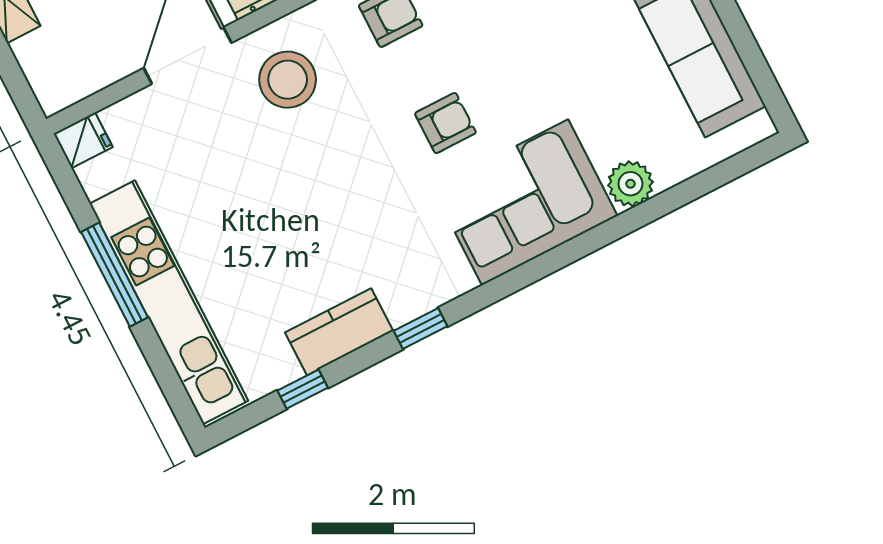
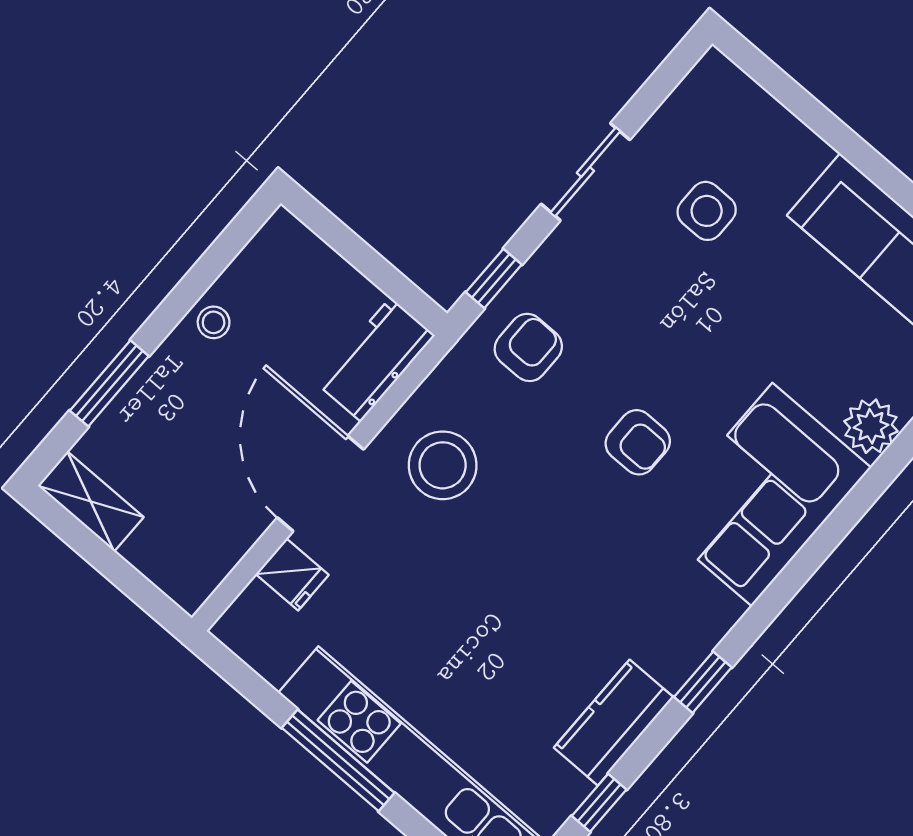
armchair: (445, 123) -> (638, 442), turned 90
fridge: (83, 140) -> (292, 574), moved, turned 90

